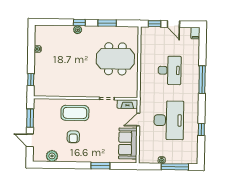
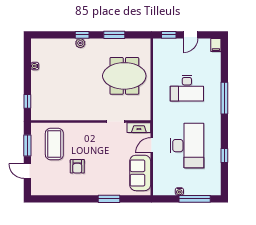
door: (173, 24) -> (190, 35), hinge flipped
desk: (170, 70) -> (187, 88), turned 90
coffee table: (75, 113) -> (54, 144), moved, turned 90
plant: (52, 156) -> (53, 189), removed

